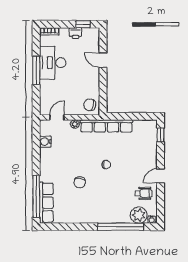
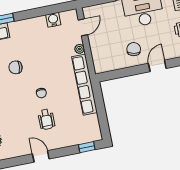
chair: (90, 105) -> (134, 49), moved
door: (57, 117) -> (83, 27), hinge flipped
wheelchair: (143, 193) -> (46, 119), moved

